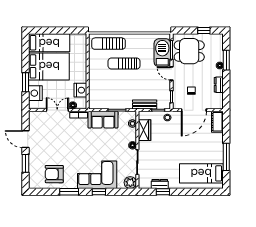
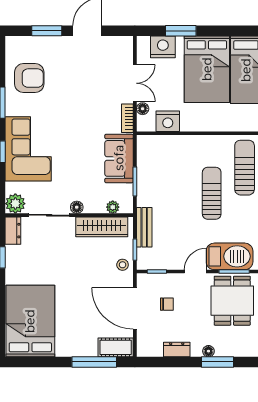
wardrobe: (144, 130) -> (102, 227), width x1.50
window: (226, 157) -> (94, 362), moved
bed: (201, 173) -> (30, 321), width x1.50
armchair: (54, 174) -> (29, 78), turned 90
dresser: (160, 184) -> (13, 231), moved

